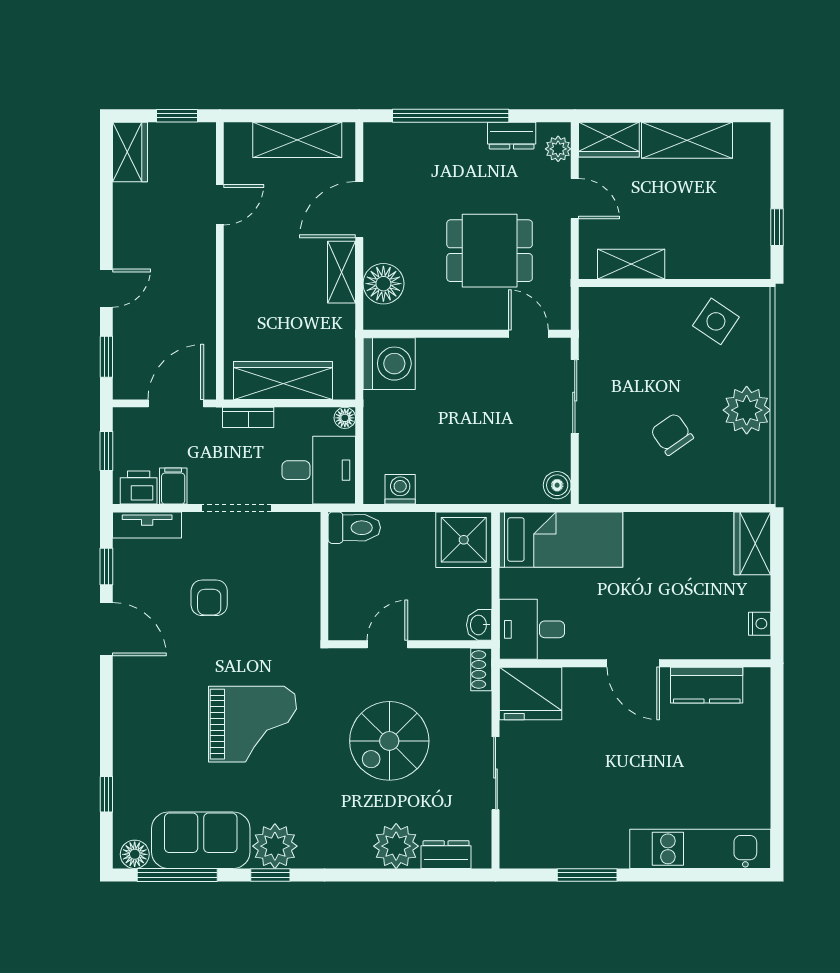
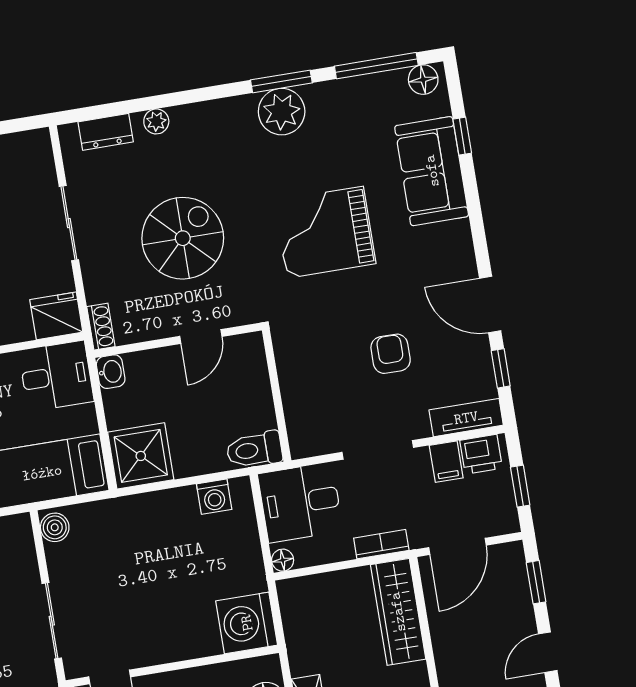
wardrobe: (283, 381) -> (398, 612), moved, turned 90
fridge: (530, 693) -> (56, 316), width x0.73, depth x0.75
sofa: (201, 840) -> (432, 171), moved, turned 90
plant: (396, 846) -> (156, 121), width x0.53, depth x0.53
window: (270, 875) -> (281, 81), width x1.50

